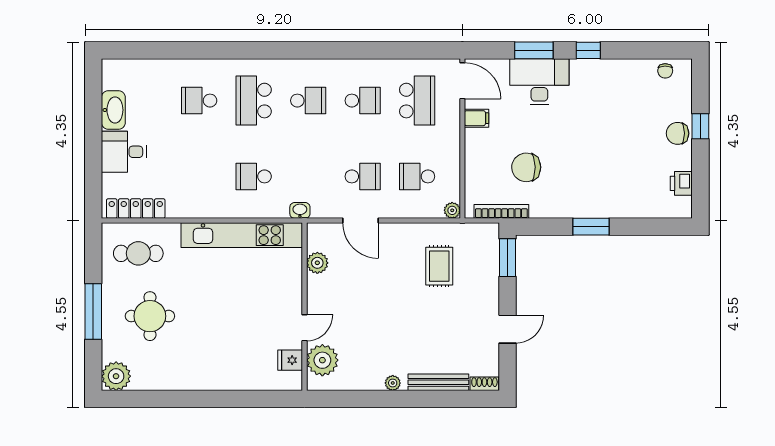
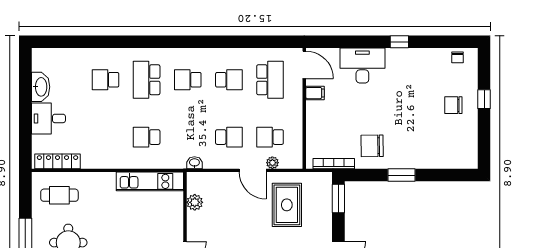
window: (534, 50) -> (358, 42), removed
school desk: (308, 101) -> (188, 80), turned 180
chair: (678, 133) -> (453, 105), moved
chair: (526, 167) -> (372, 146), moved
printer: (681, 183) -> (470, 142), removed
washbasin: (300, 210) -> (194, 163), moved
plant: (452, 210) -> (272, 163), moved
door: (360, 221) -> (253, 170), moved
kitchen unit: (242, 235) -> (150, 181), width x0.73
rug: (439, 266) -> (287, 205), width x1.36, depth x1.43

